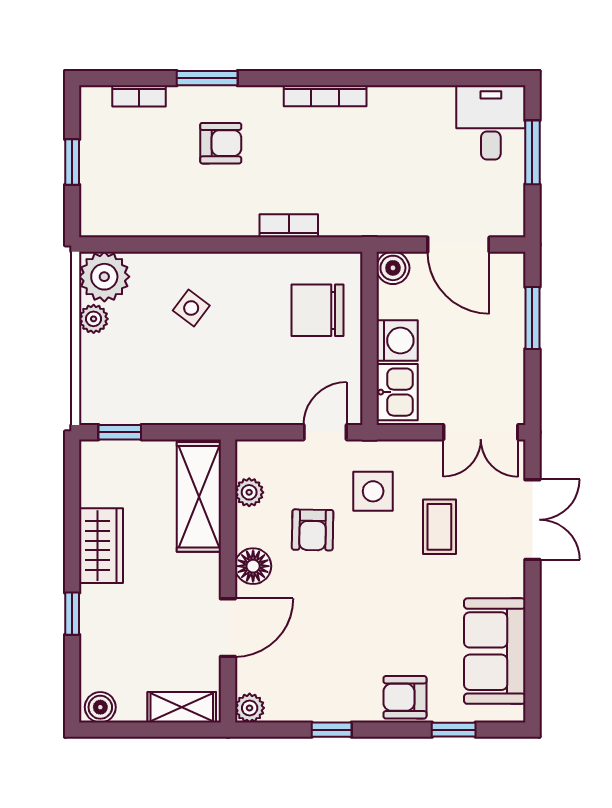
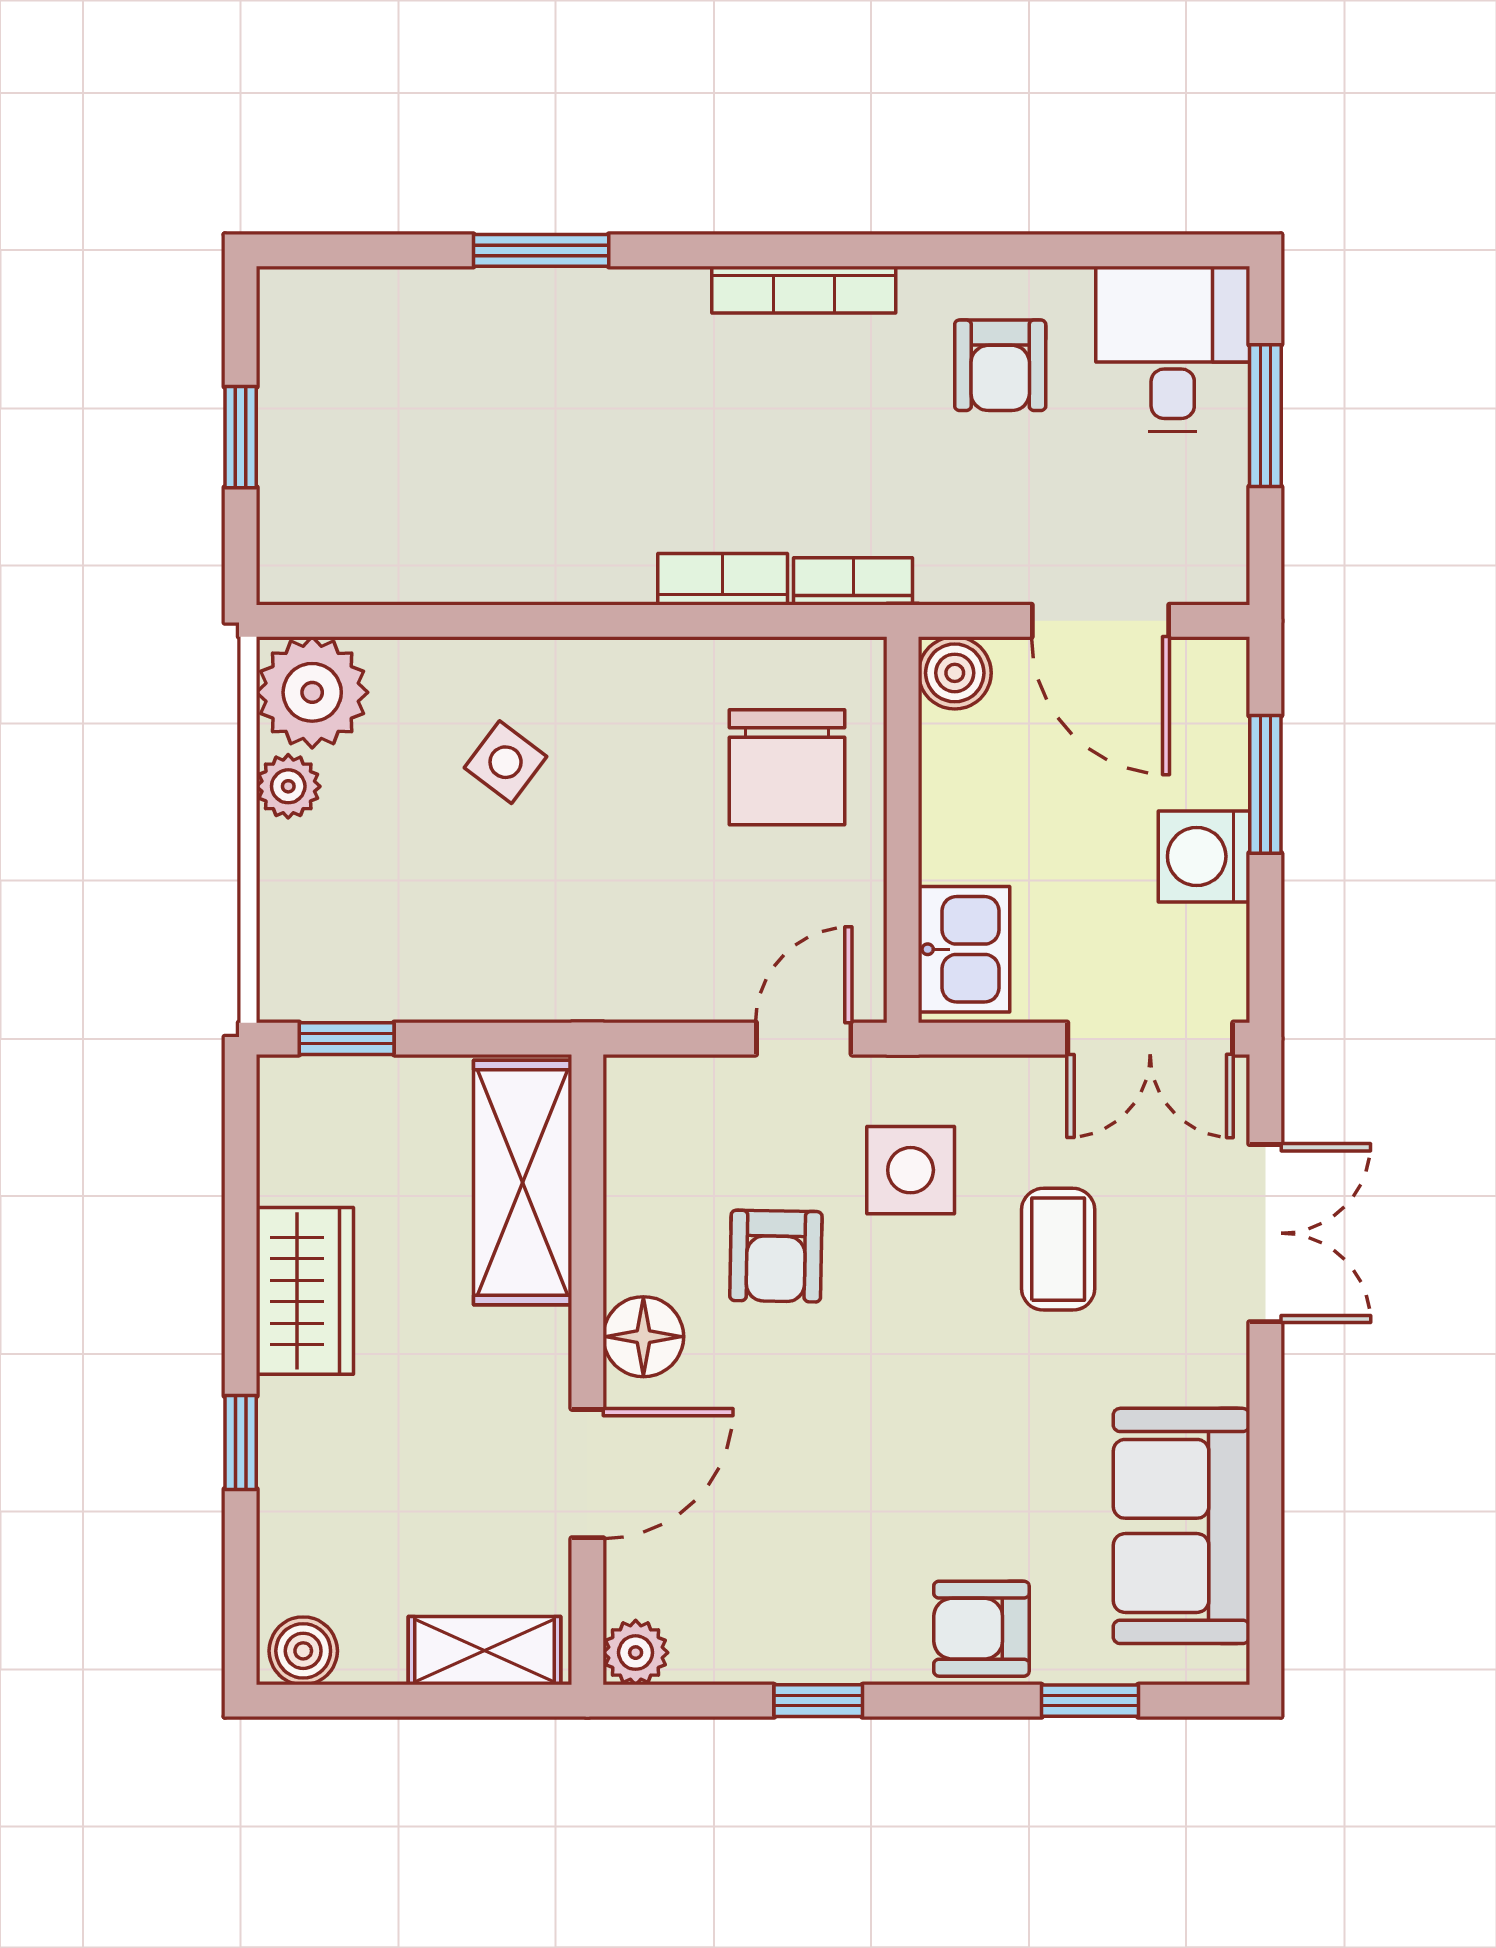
bookcase: (139, 96) -> (853, 581), moved, turned 180
armchair: (221, 143) -> (1000, 365), moved, turned 90
chair: (318, 310) -> (787, 767), turned -90
washing machine: (397, 341) -> (1204, 856), moved, turned 180
plant: (249, 492) -> (635, 1172), removed

